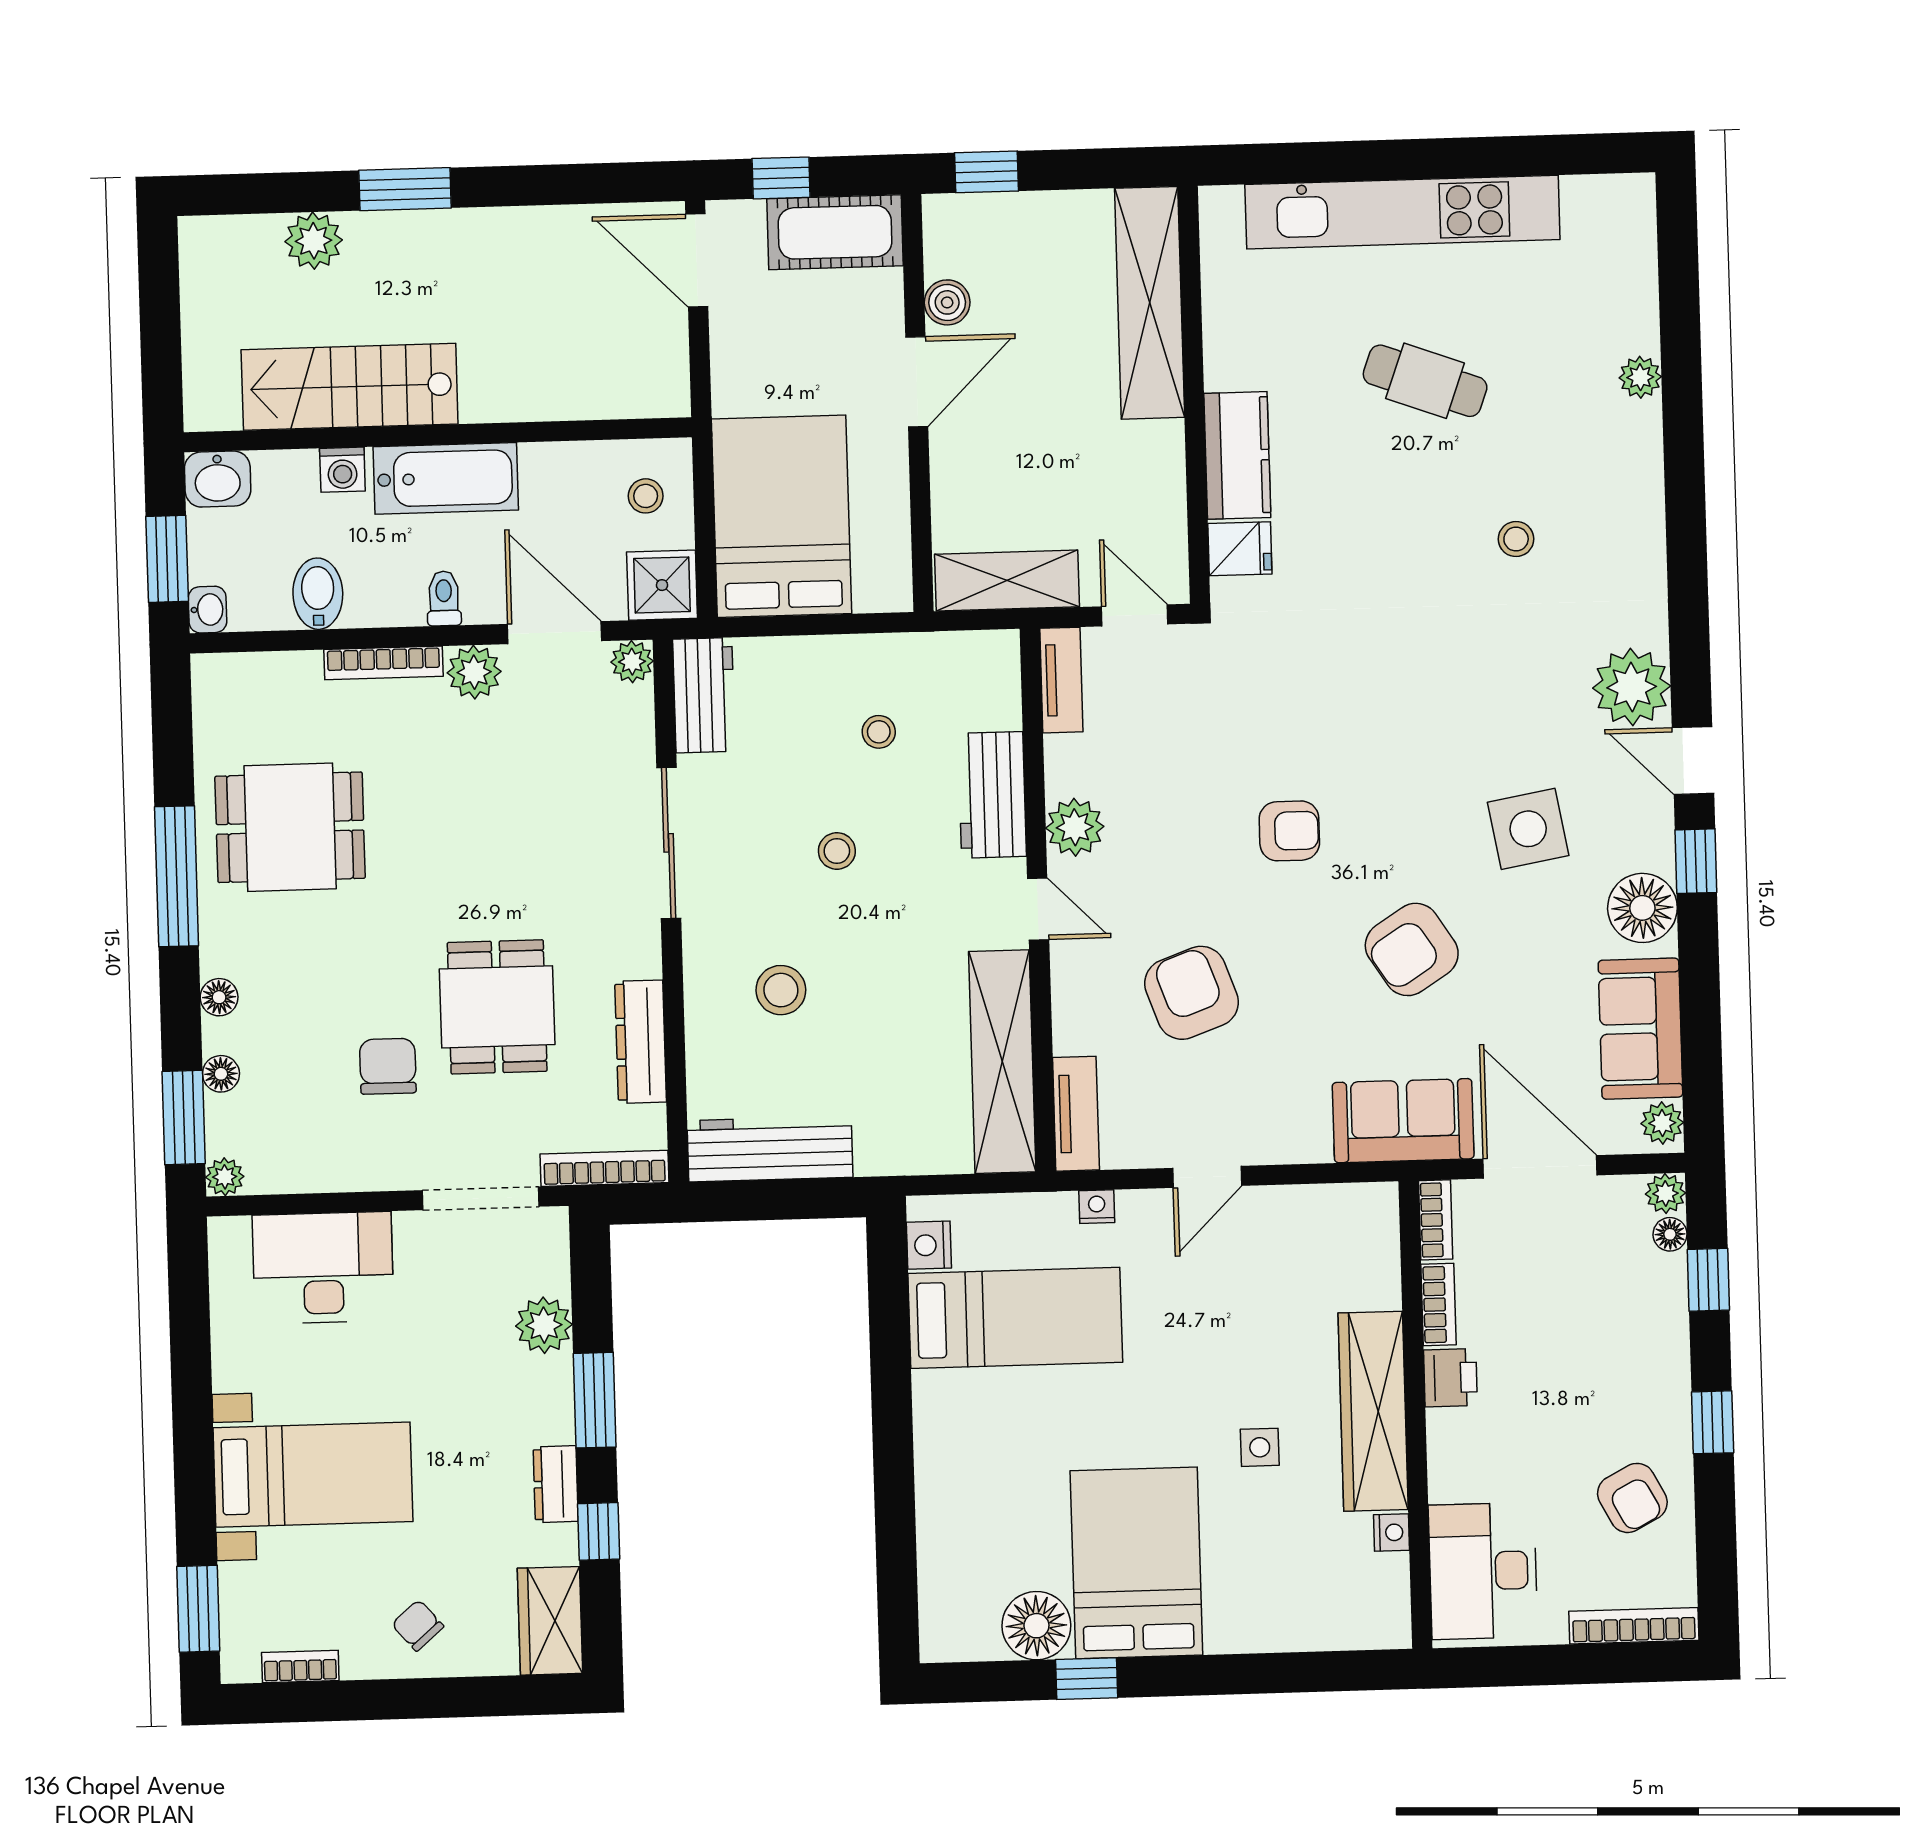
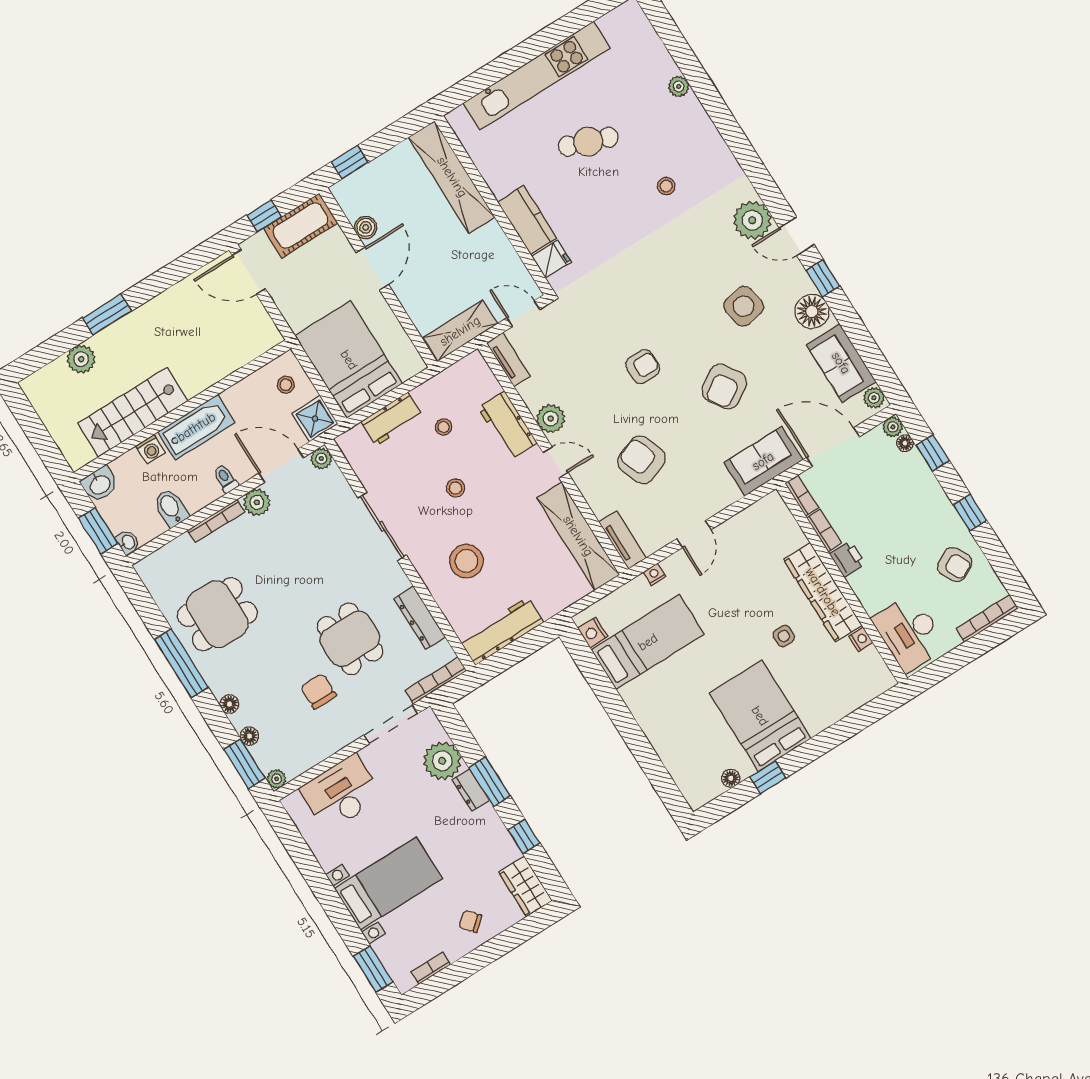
workbench: (704, 695) -> (392, 419), moved, turned 90
stool: (781, 990) -> (466, 561), width x1.38, depth x1.38
plant: (544, 1325) -> (442, 761), width x1.36, depth x1.36
dresser: (556, 1484) -> (471, 790), moved
floor lamp: (1036, 1626) -> (731, 778), width x0.53, depth x0.53

